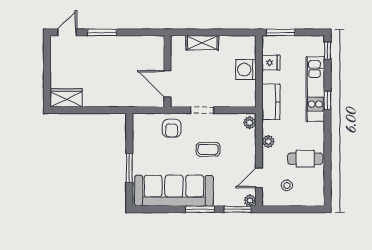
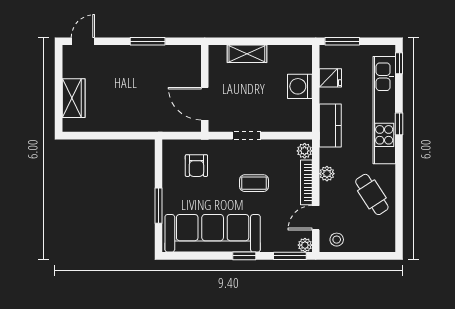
window: (102, 32) -> (148, 41), moved
kitchen unit: (315, 89) -> (384, 110), width x1.36
wardrobe: (66, 98) -> (74, 98), moved, turned 90
armchair: (172, 128) -> (196, 166), moved
bookcase: (251, 149) -> (306, 182), added
cafe table: (305, 159) -> (372, 194), turned 57
stool: (287, 185) -> (337, 240), moved
window: (200, 209) -> (244, 256), width x0.67

